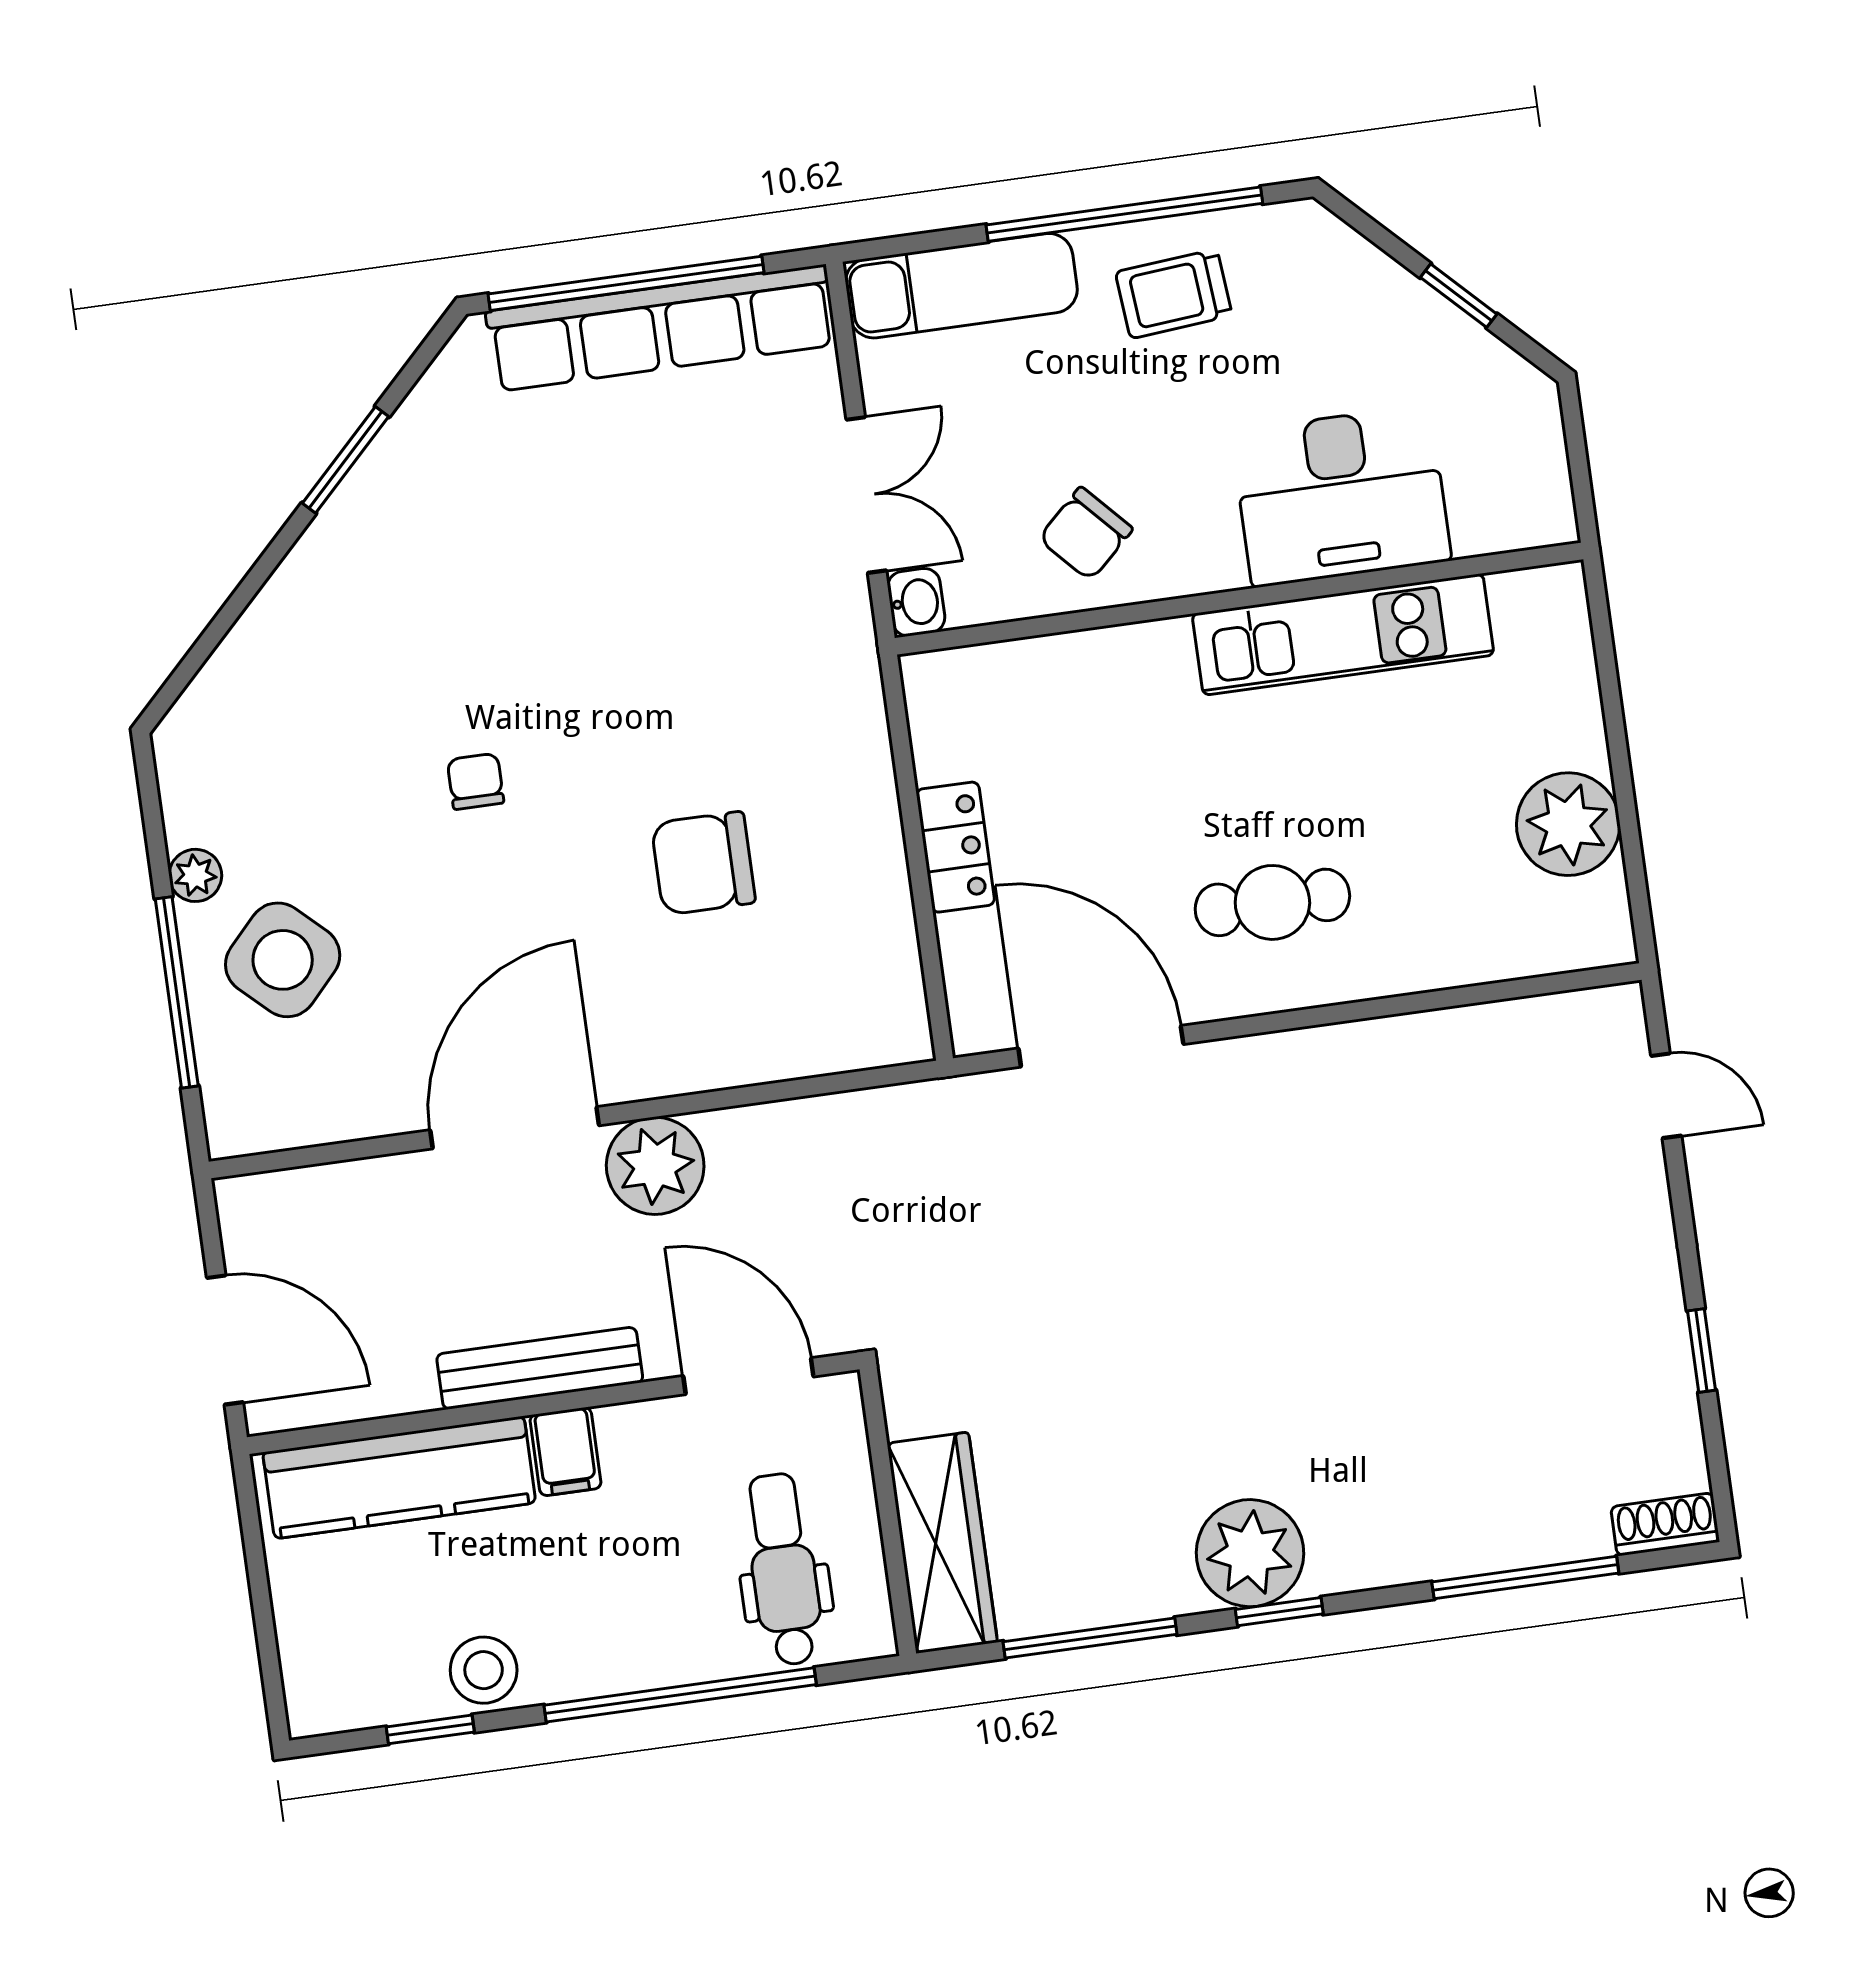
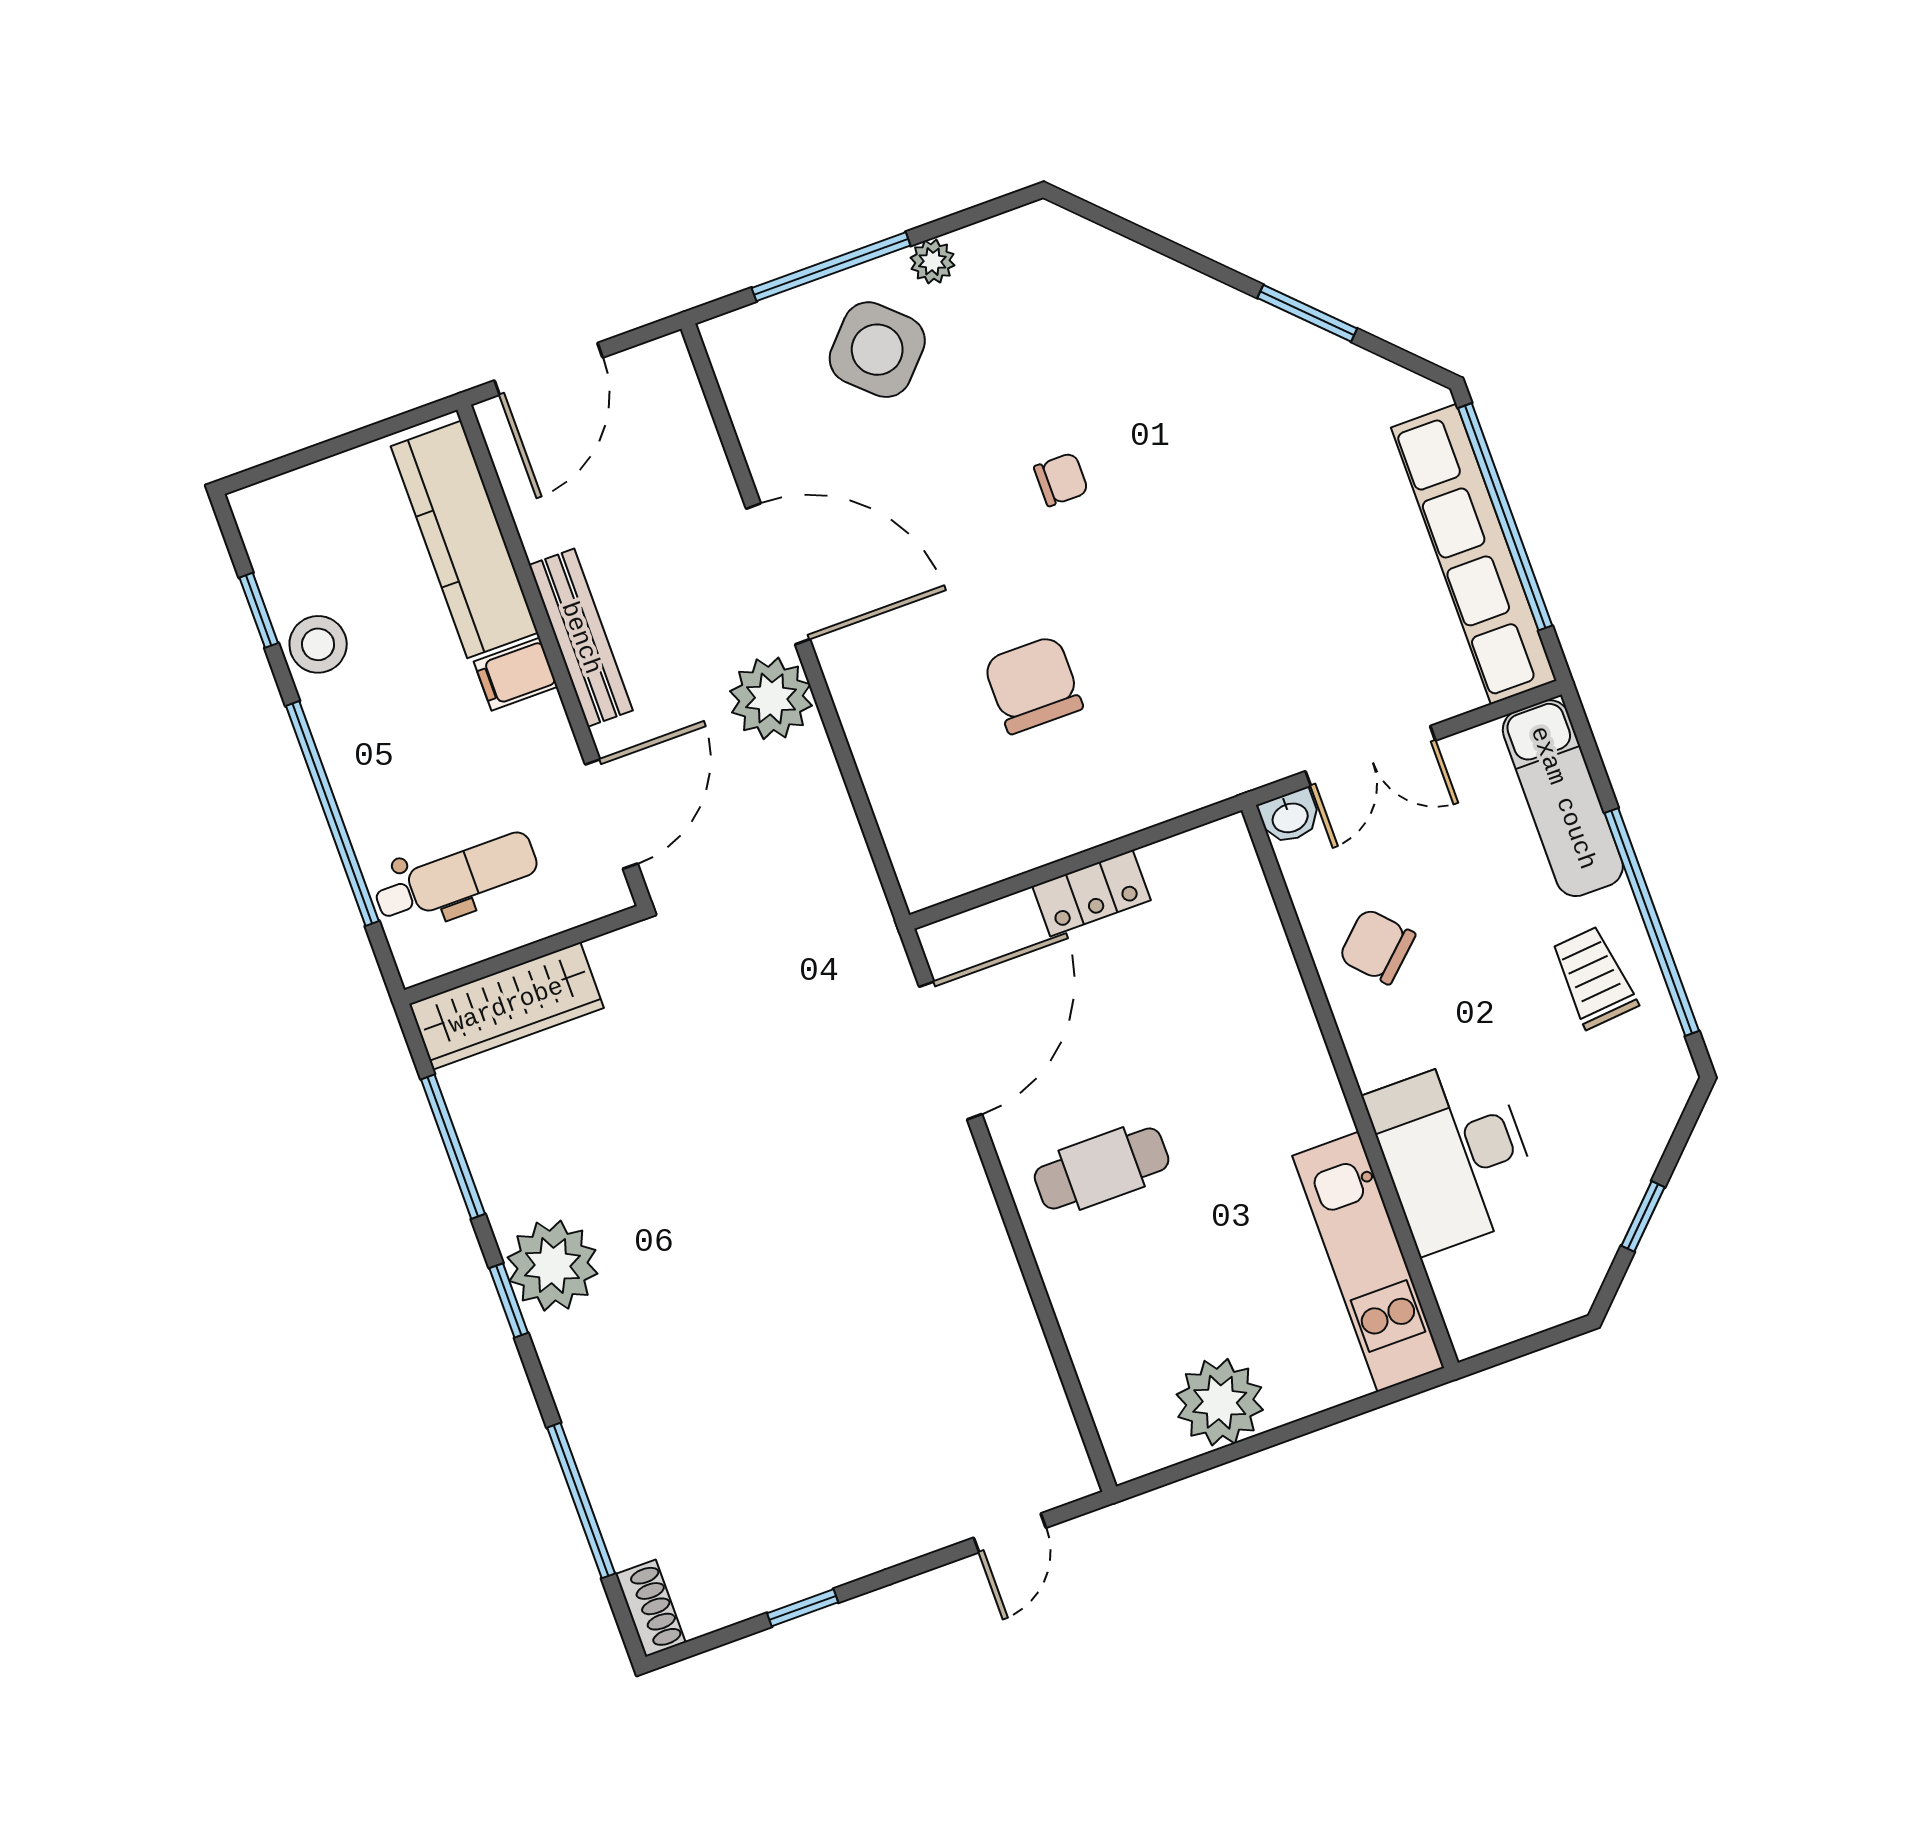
kitchen unit: (1343, 634) -> (1368, 1262), moved
cafe table: (1272, 902) -> (1102, 1169), turned 90

